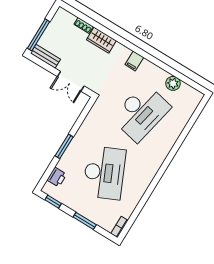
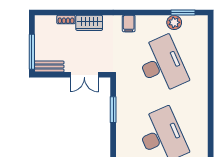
window: (186, 80) -> (183, 13), added
desk: (141, 113) -> (162, 65), turned -36
window: (64, 146) -> (113, 110), moved

